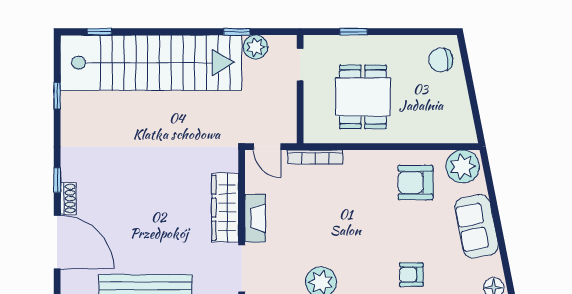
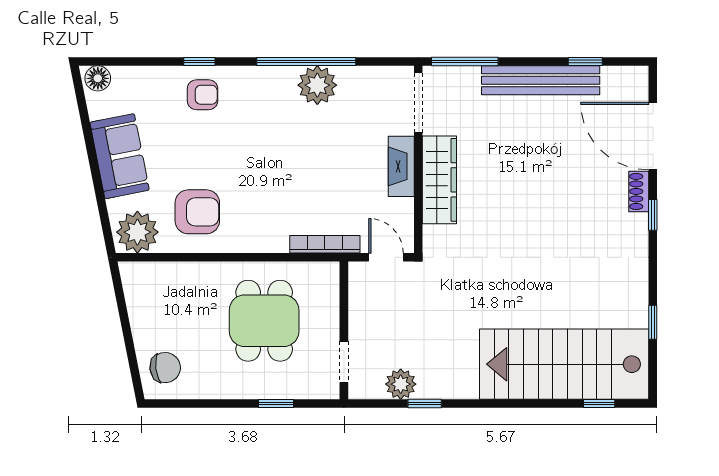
stairs: (151, 63) -> (564, 364), width x0.73

